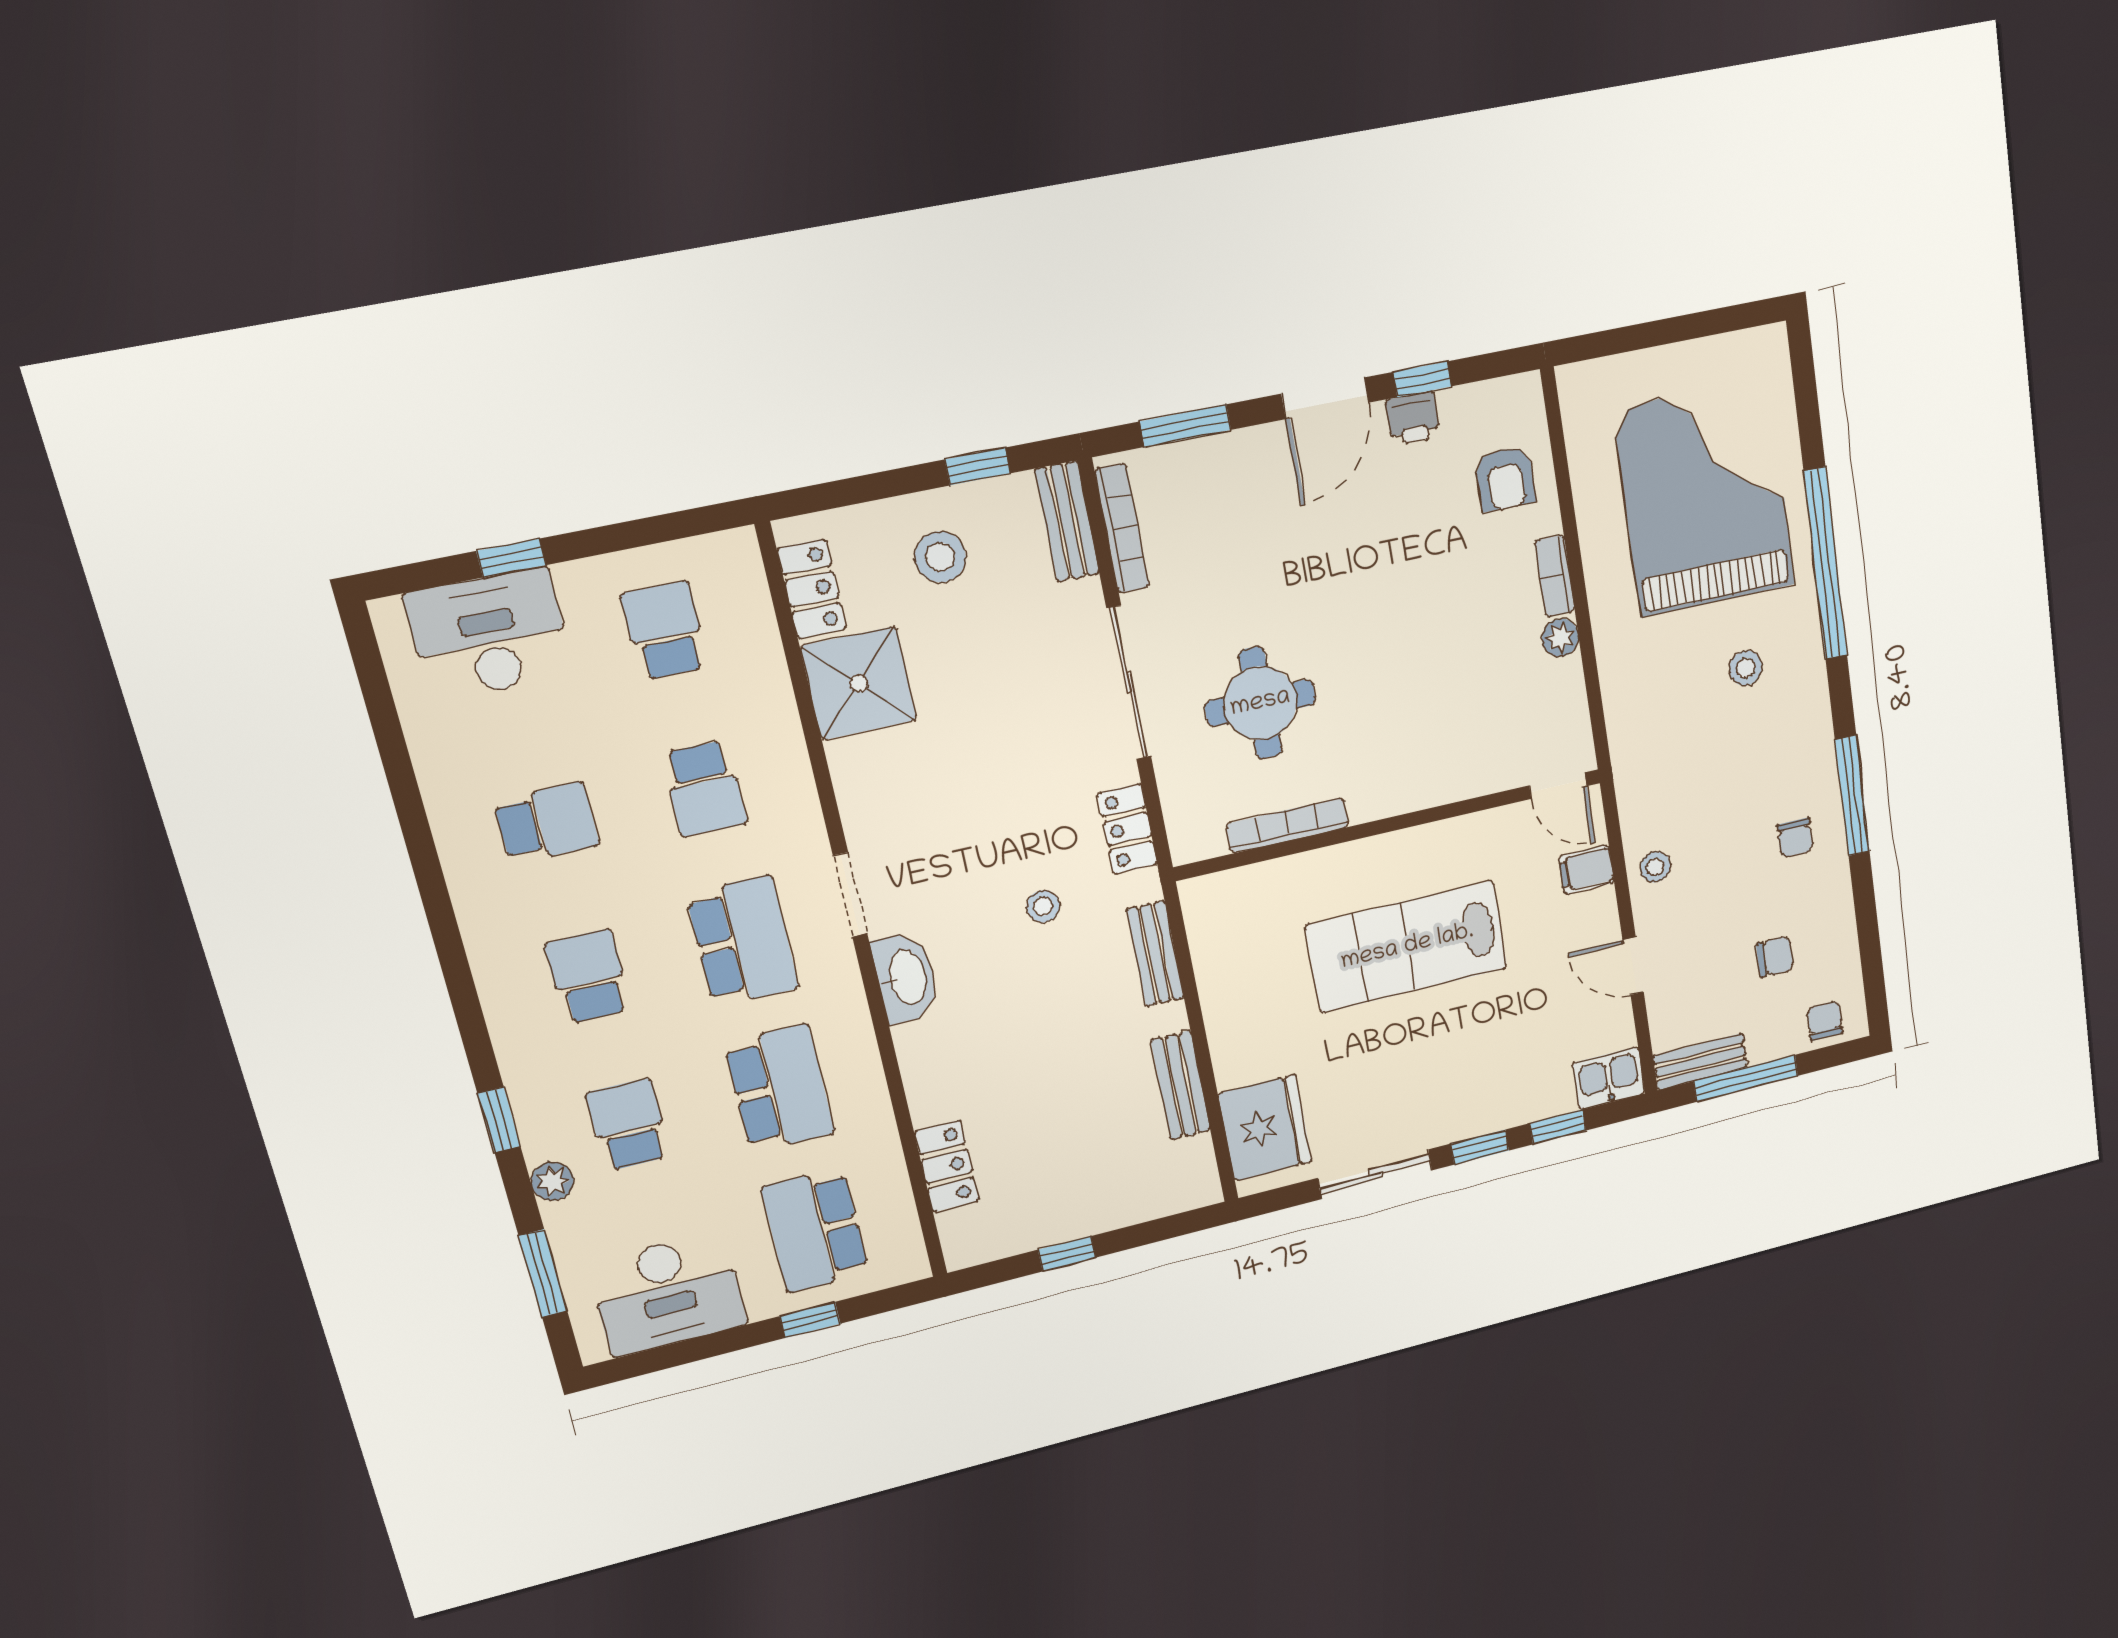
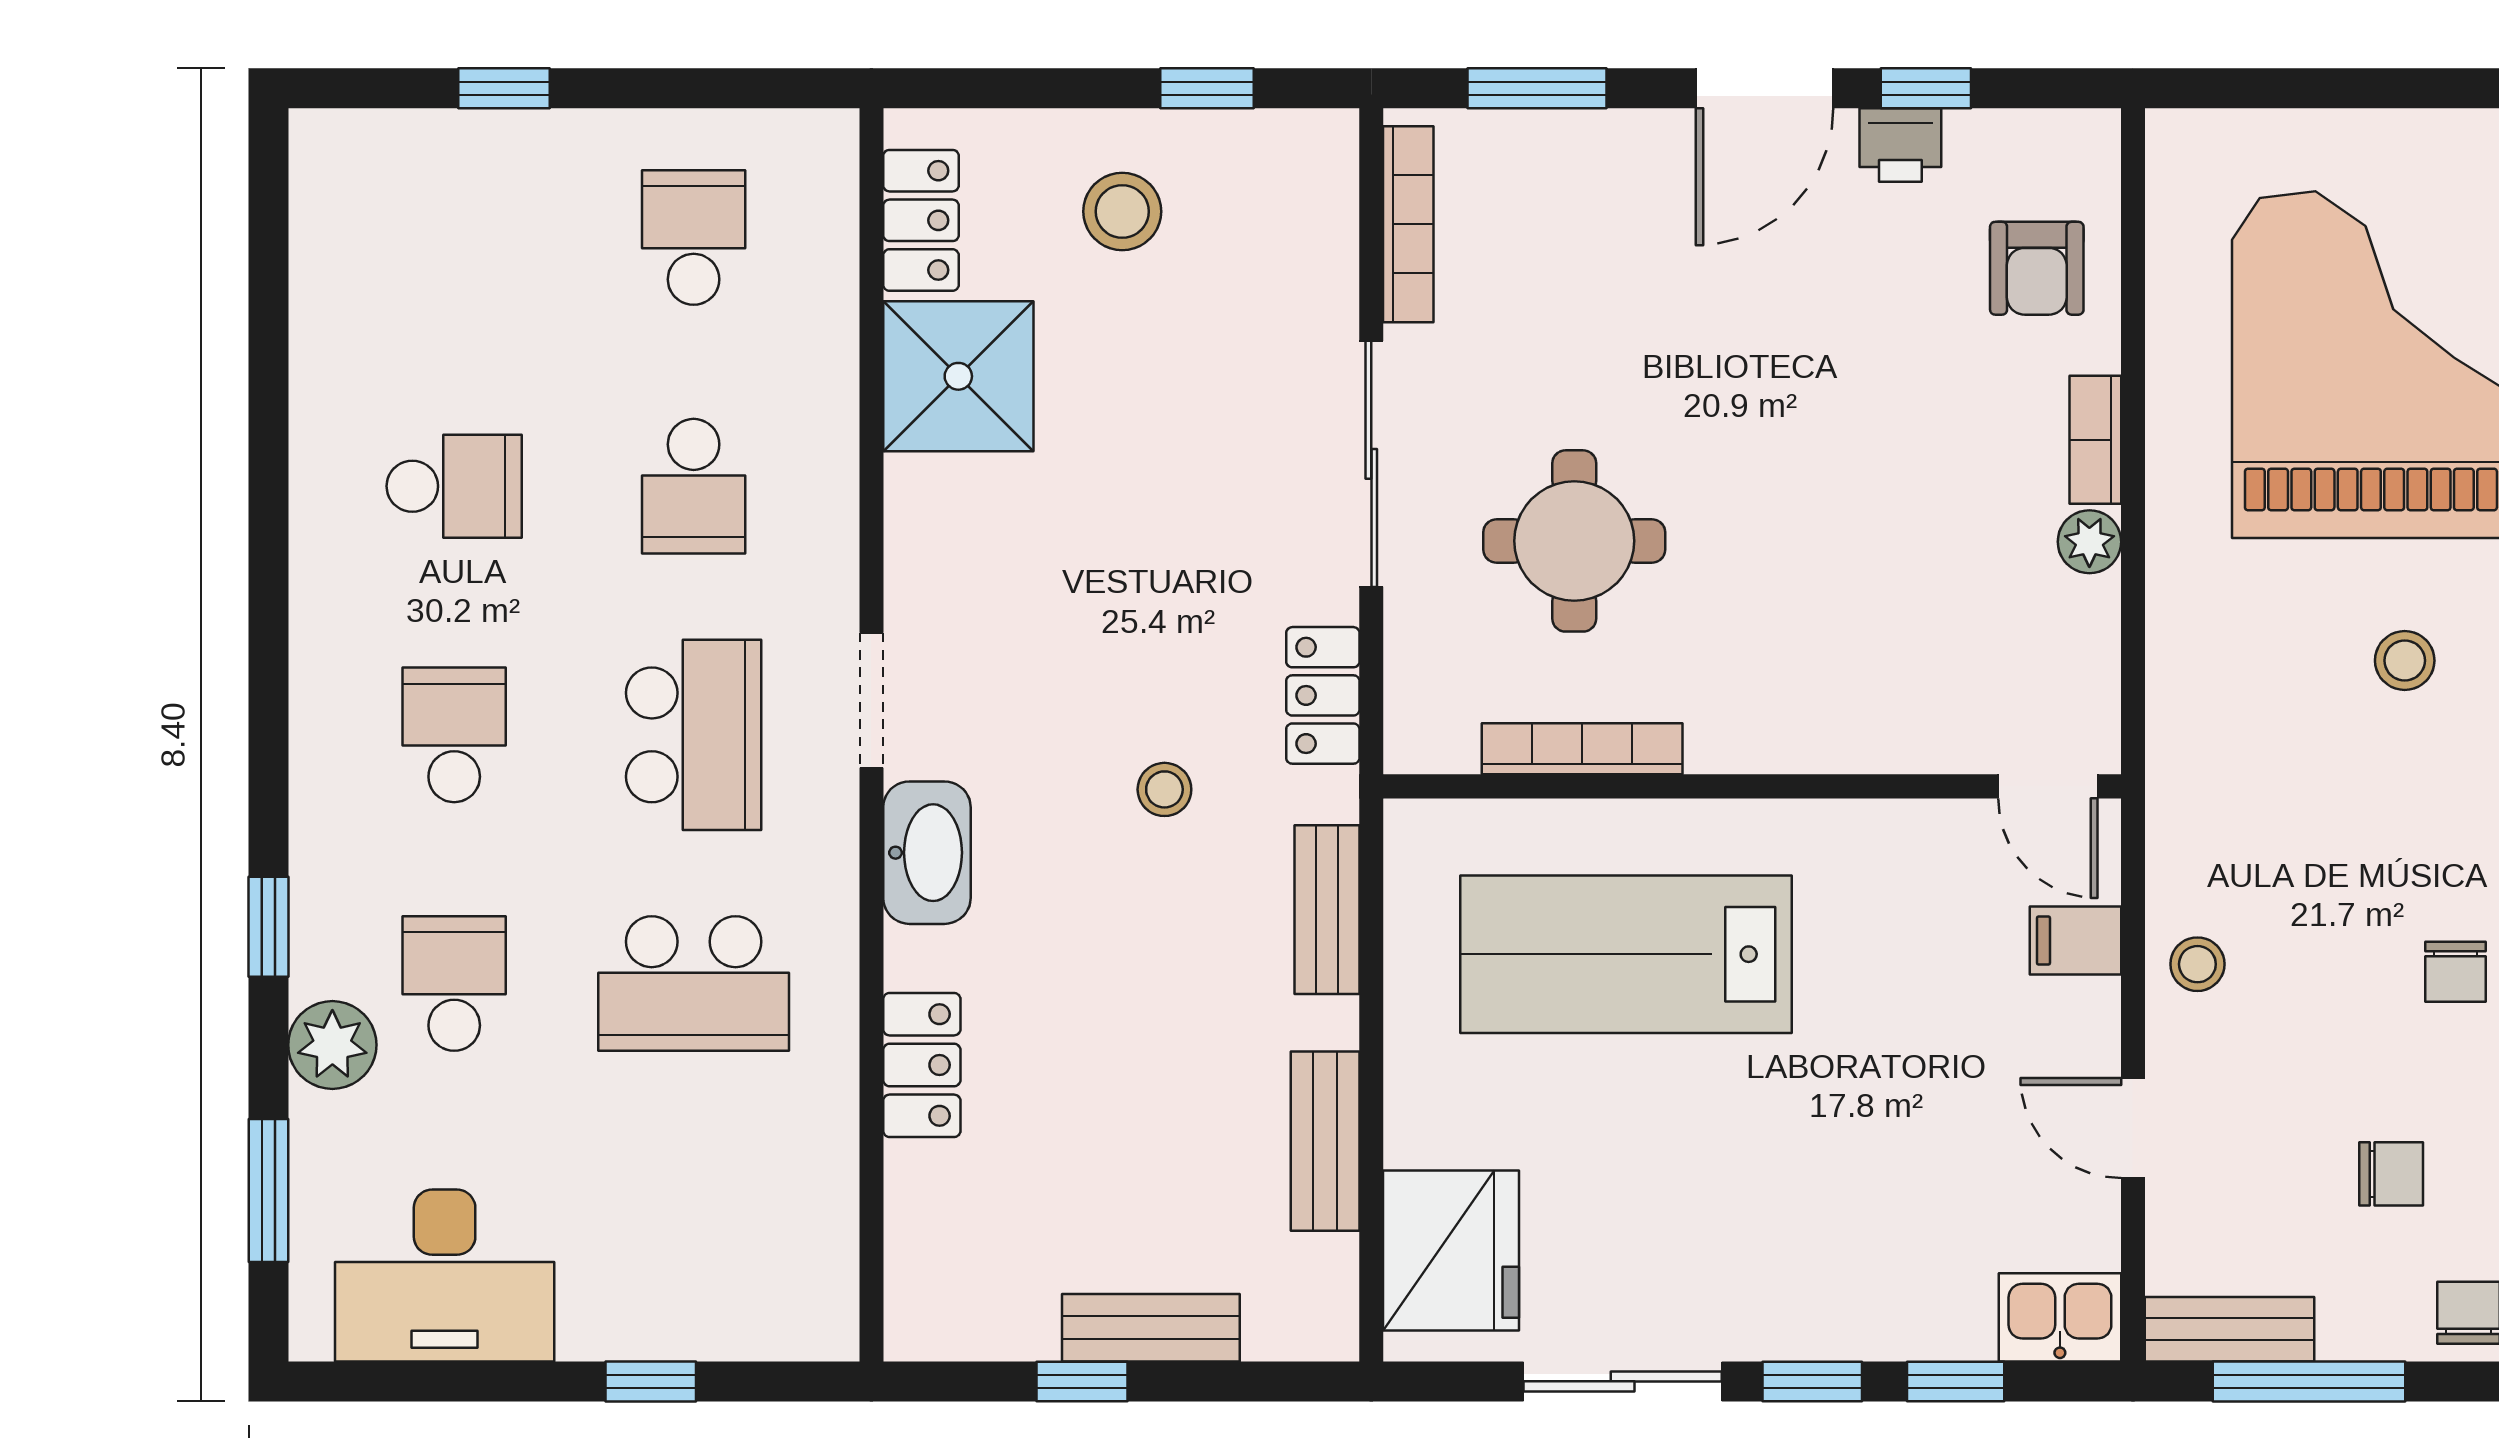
bench: (1067, 522) -> (1151, 1328), moved, turned 90
desk: (489, 634) -> (445, 192), removed
lab bench: (1407, 947) -> (1626, 954), moved
school desk: (780, 1088) -> (694, 983), turned 90
locker: (947, 1166) -> (922, 1065), moved
plant: (552, 1181) -> (332, 1045), width x1.38, depth x1.38
school desk: (815, 1230) -> (694, 1232), removed

